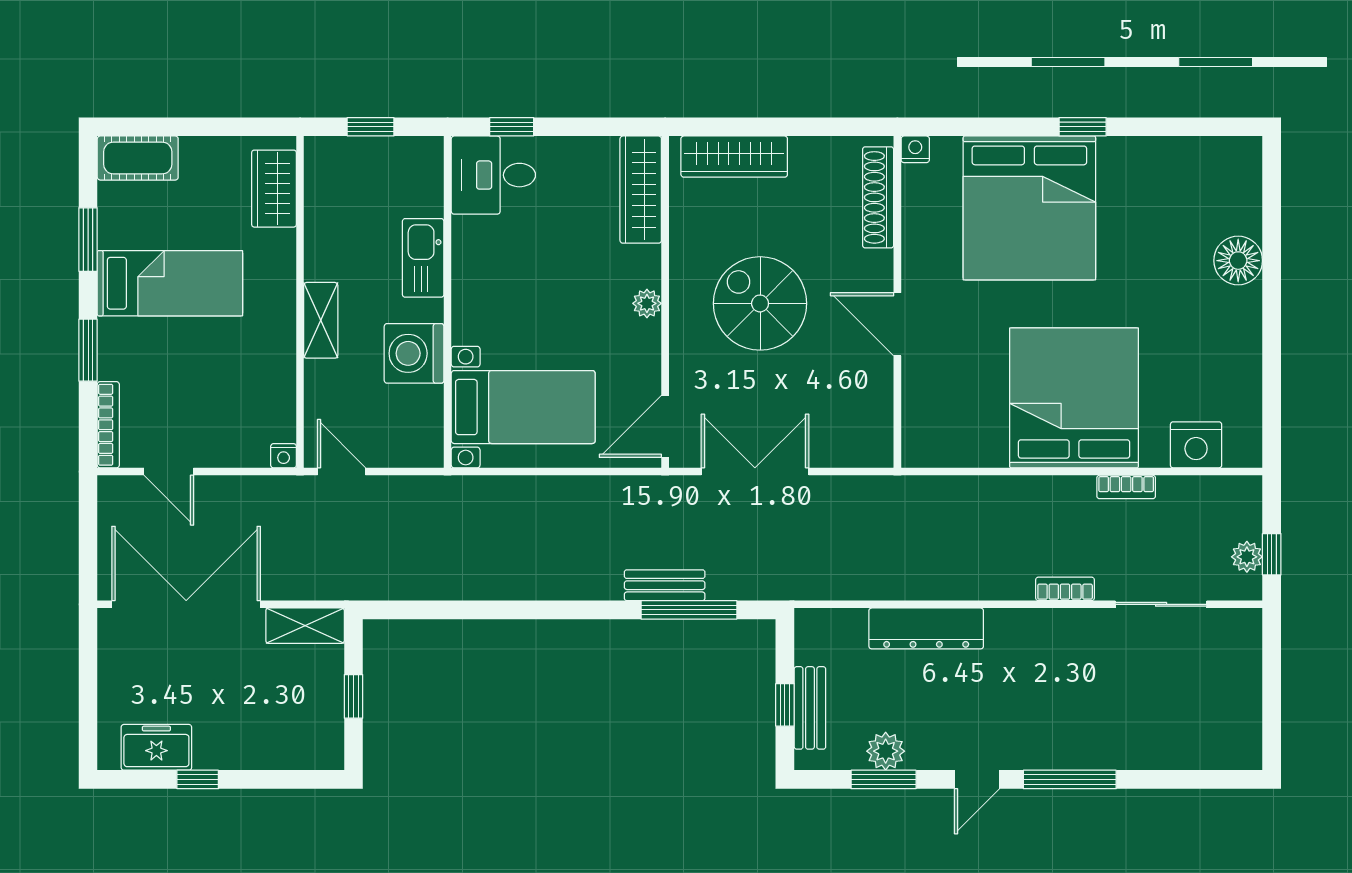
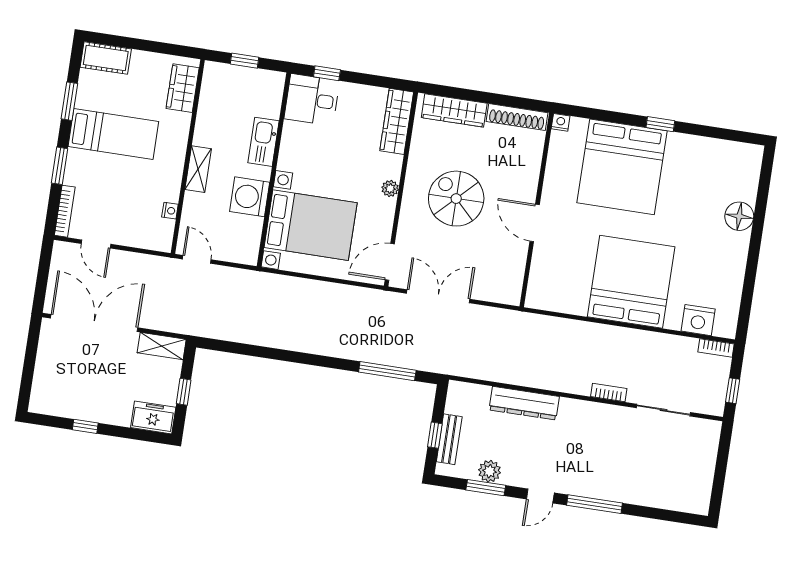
shoe rack: (878, 197) -> (517, 117), moved, turned -90
bed with nightstands: (523, 407) -> (311, 225), width x1.36
nightstand: (284, 456) -> (170, 211), moved, turned -90
bookcase: (1126, 487) -> (716, 348), moved
plant: (1247, 557) -> (718, 390), removed
bench: (665, 585) -> (375, 355), removed
freezer: (156, 747) -> (153, 417), moved

